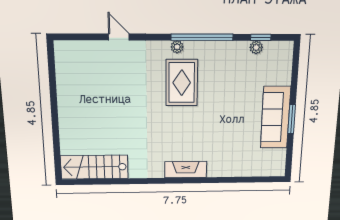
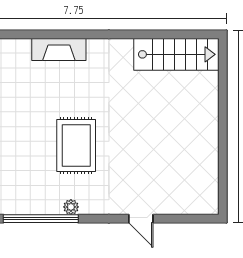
rug: (182, 83) -> (76, 146), moved

